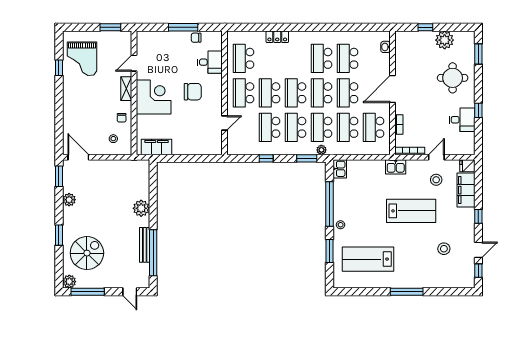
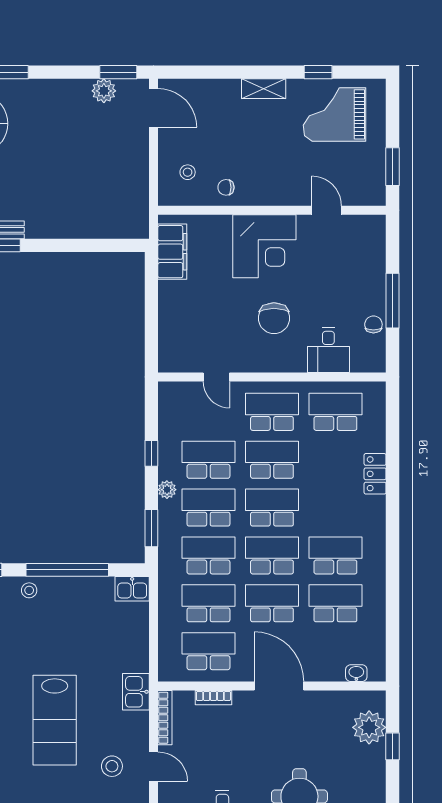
plant: (445, 40) -> (369, 727), moved
shelving: (126, 89) -> (264, 89), moved
plant: (321, 150) -> (167, 490), moved
door: (78, 157) -> (154, 108), hinge flipped
plant: (69, 200) -> (104, 91), moved
plant: (141, 208) -> (60, 223), removed

